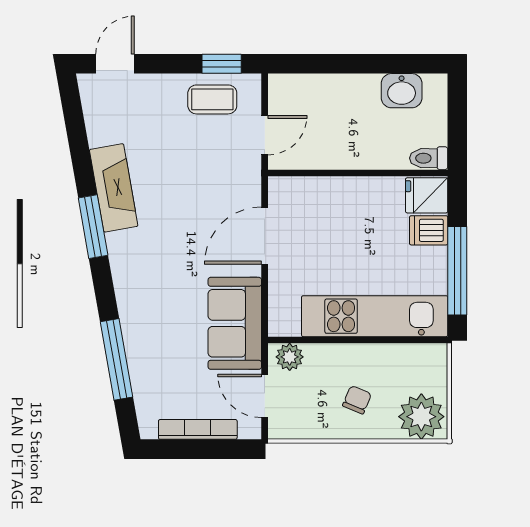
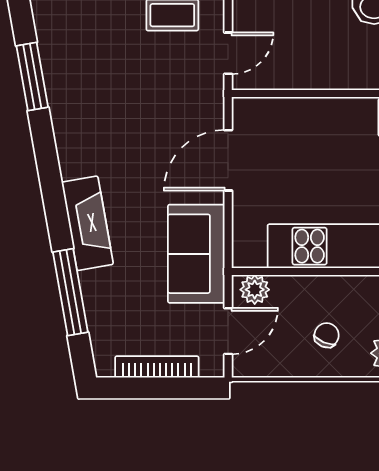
fireplace: (114, 188) -> (87, 223), moved
window: (93, 227) -> (32, 76), moved
door: (265, 396) -> (228, 331), swing flipped

